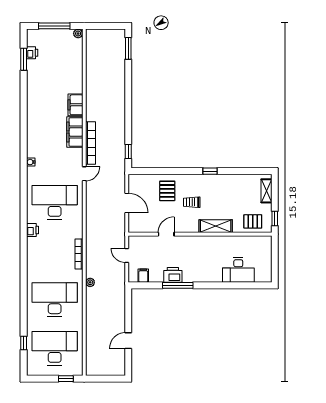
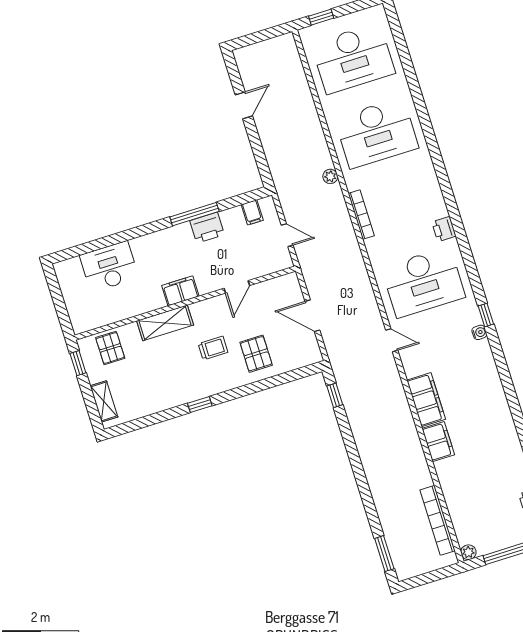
bookcase: (90, 143) -> (438, 520), moved
door: (84, 174) -> (392, 340), swing flipped
pallet: (253, 221) -> (110, 348), turned 90
filing cabinet: (201, 242) -> (180, 291), added
window: (24, 343) -> (486, 315), moved

